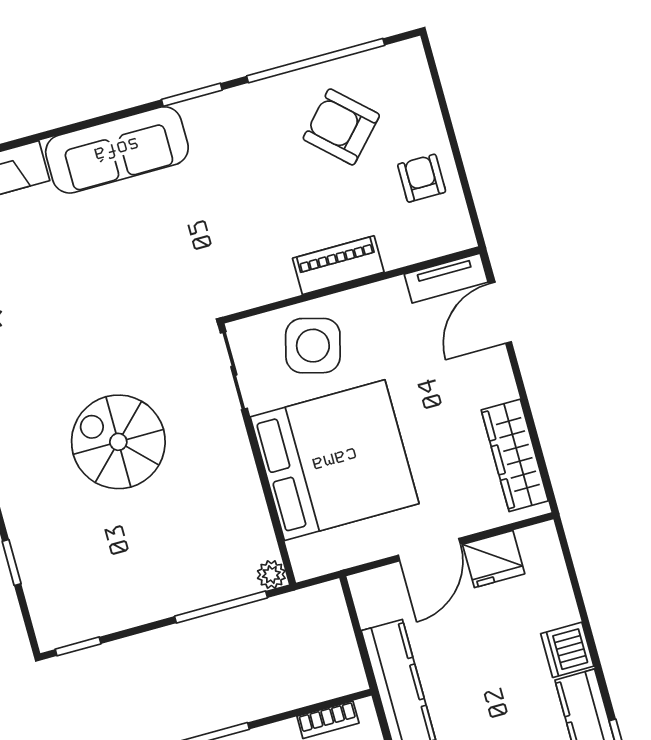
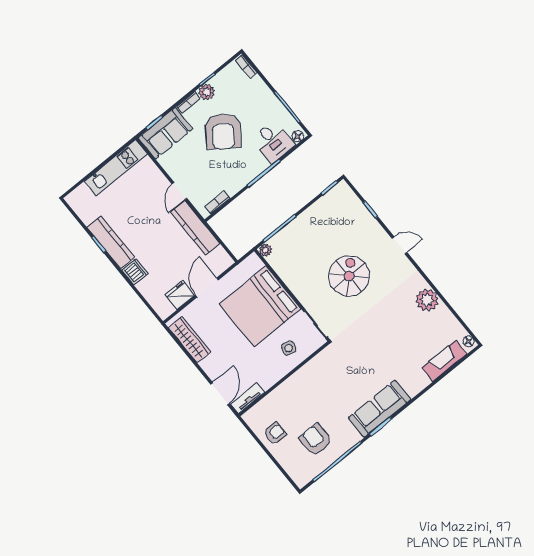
armchair: (341, 127) -> (315, 440), turned -133
sofa: (117, 150) -> (380, 409), moved
armchair: (422, 178) -> (275, 433), turned -90
piano: (338, 265) -> (293, 384), removed
side table: (313, 346) -> (289, 348), width x0.54, depth x0.54
spiral stairs: (118, 442) -> (349, 276), turned -90

